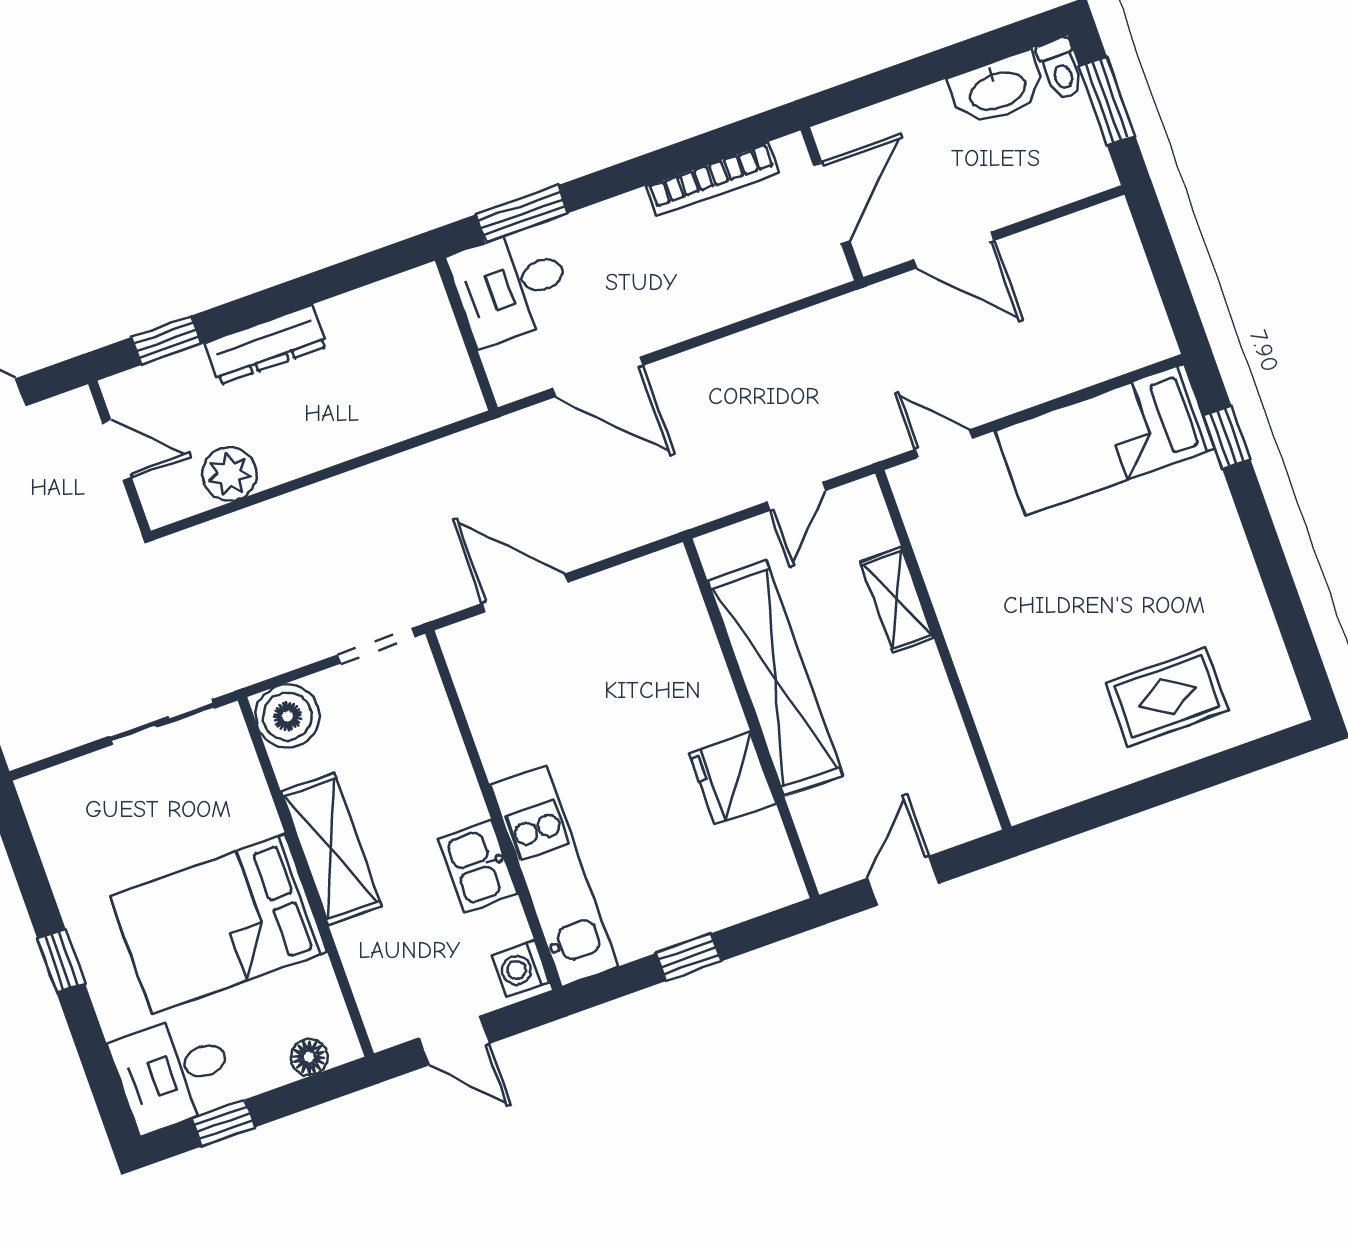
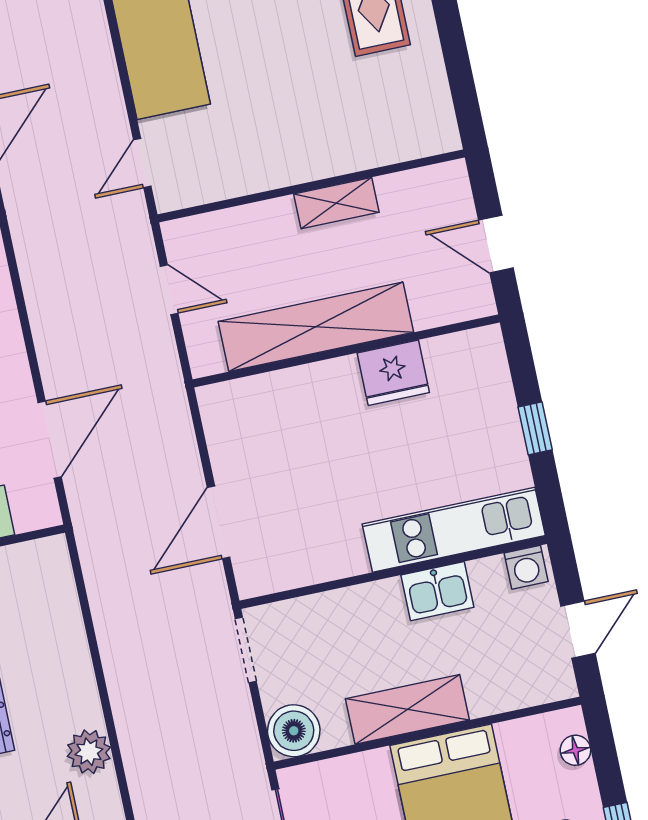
shelving: (897, 600) -> (336, 203), moved

